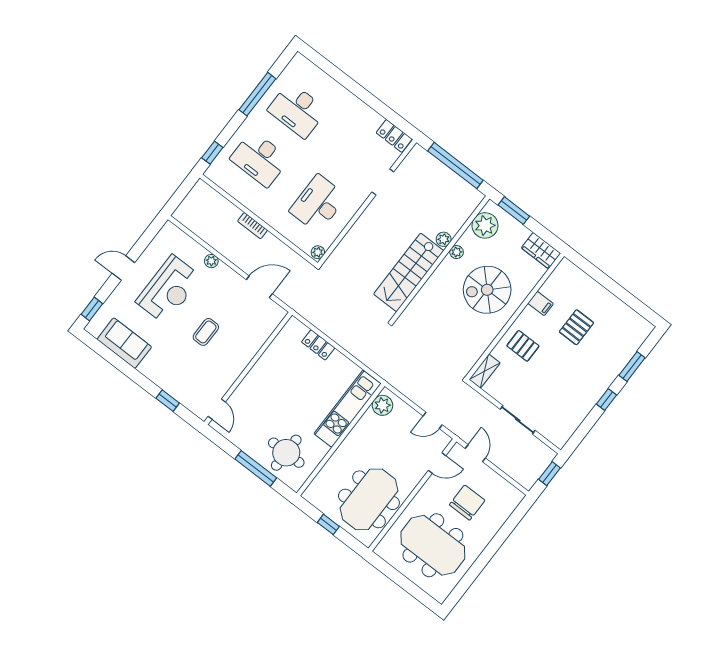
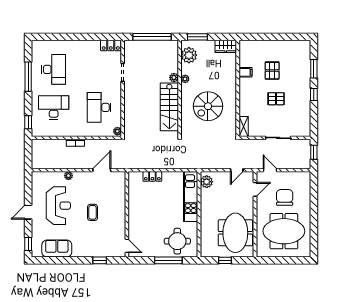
desk: (297, 110) -> (54, 69), turned -90
desk: (260, 159) -> (54, 107), turned 180
spiral stairs: (487, 290) -> (208, 106), moved
pallet: (523, 346) -> (276, 99), moved

